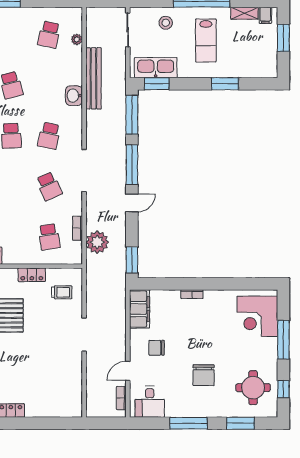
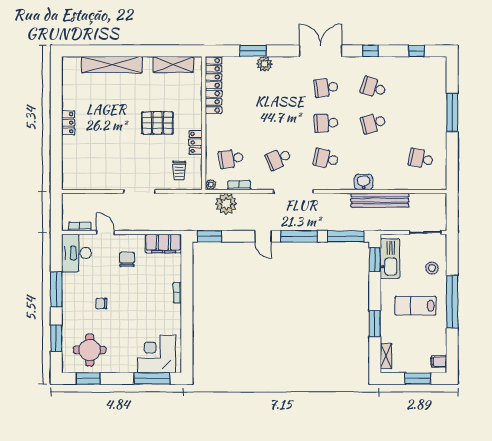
shelving: (244, 13) -> (386, 356), moved
plant: (77, 39) -> (211, 185), moved
window: (283, 340) -> (152, 378), moved
chair: (204, 375) -> (101, 304), width x0.54, depth x0.54
window: (283, 389) -> (88, 378), width x1.50
desk: (150, 402) -> (76, 253), width x1.37

